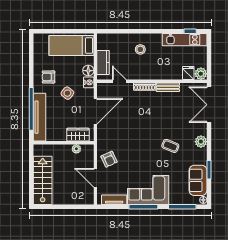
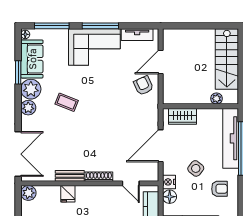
fridge: (188, 73) -> (68, 194), moved
plant: (76, 149) -> (217, 99), moved
plant: (199, 156) -> (31, 89), added
door: (95, 178) -> (161, 62), swing flipped

